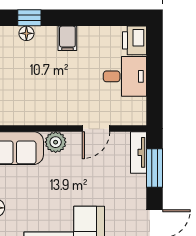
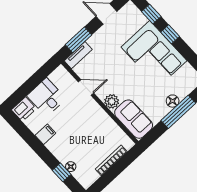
filing cabinet: (67, 38) -> (45, 134), moved

